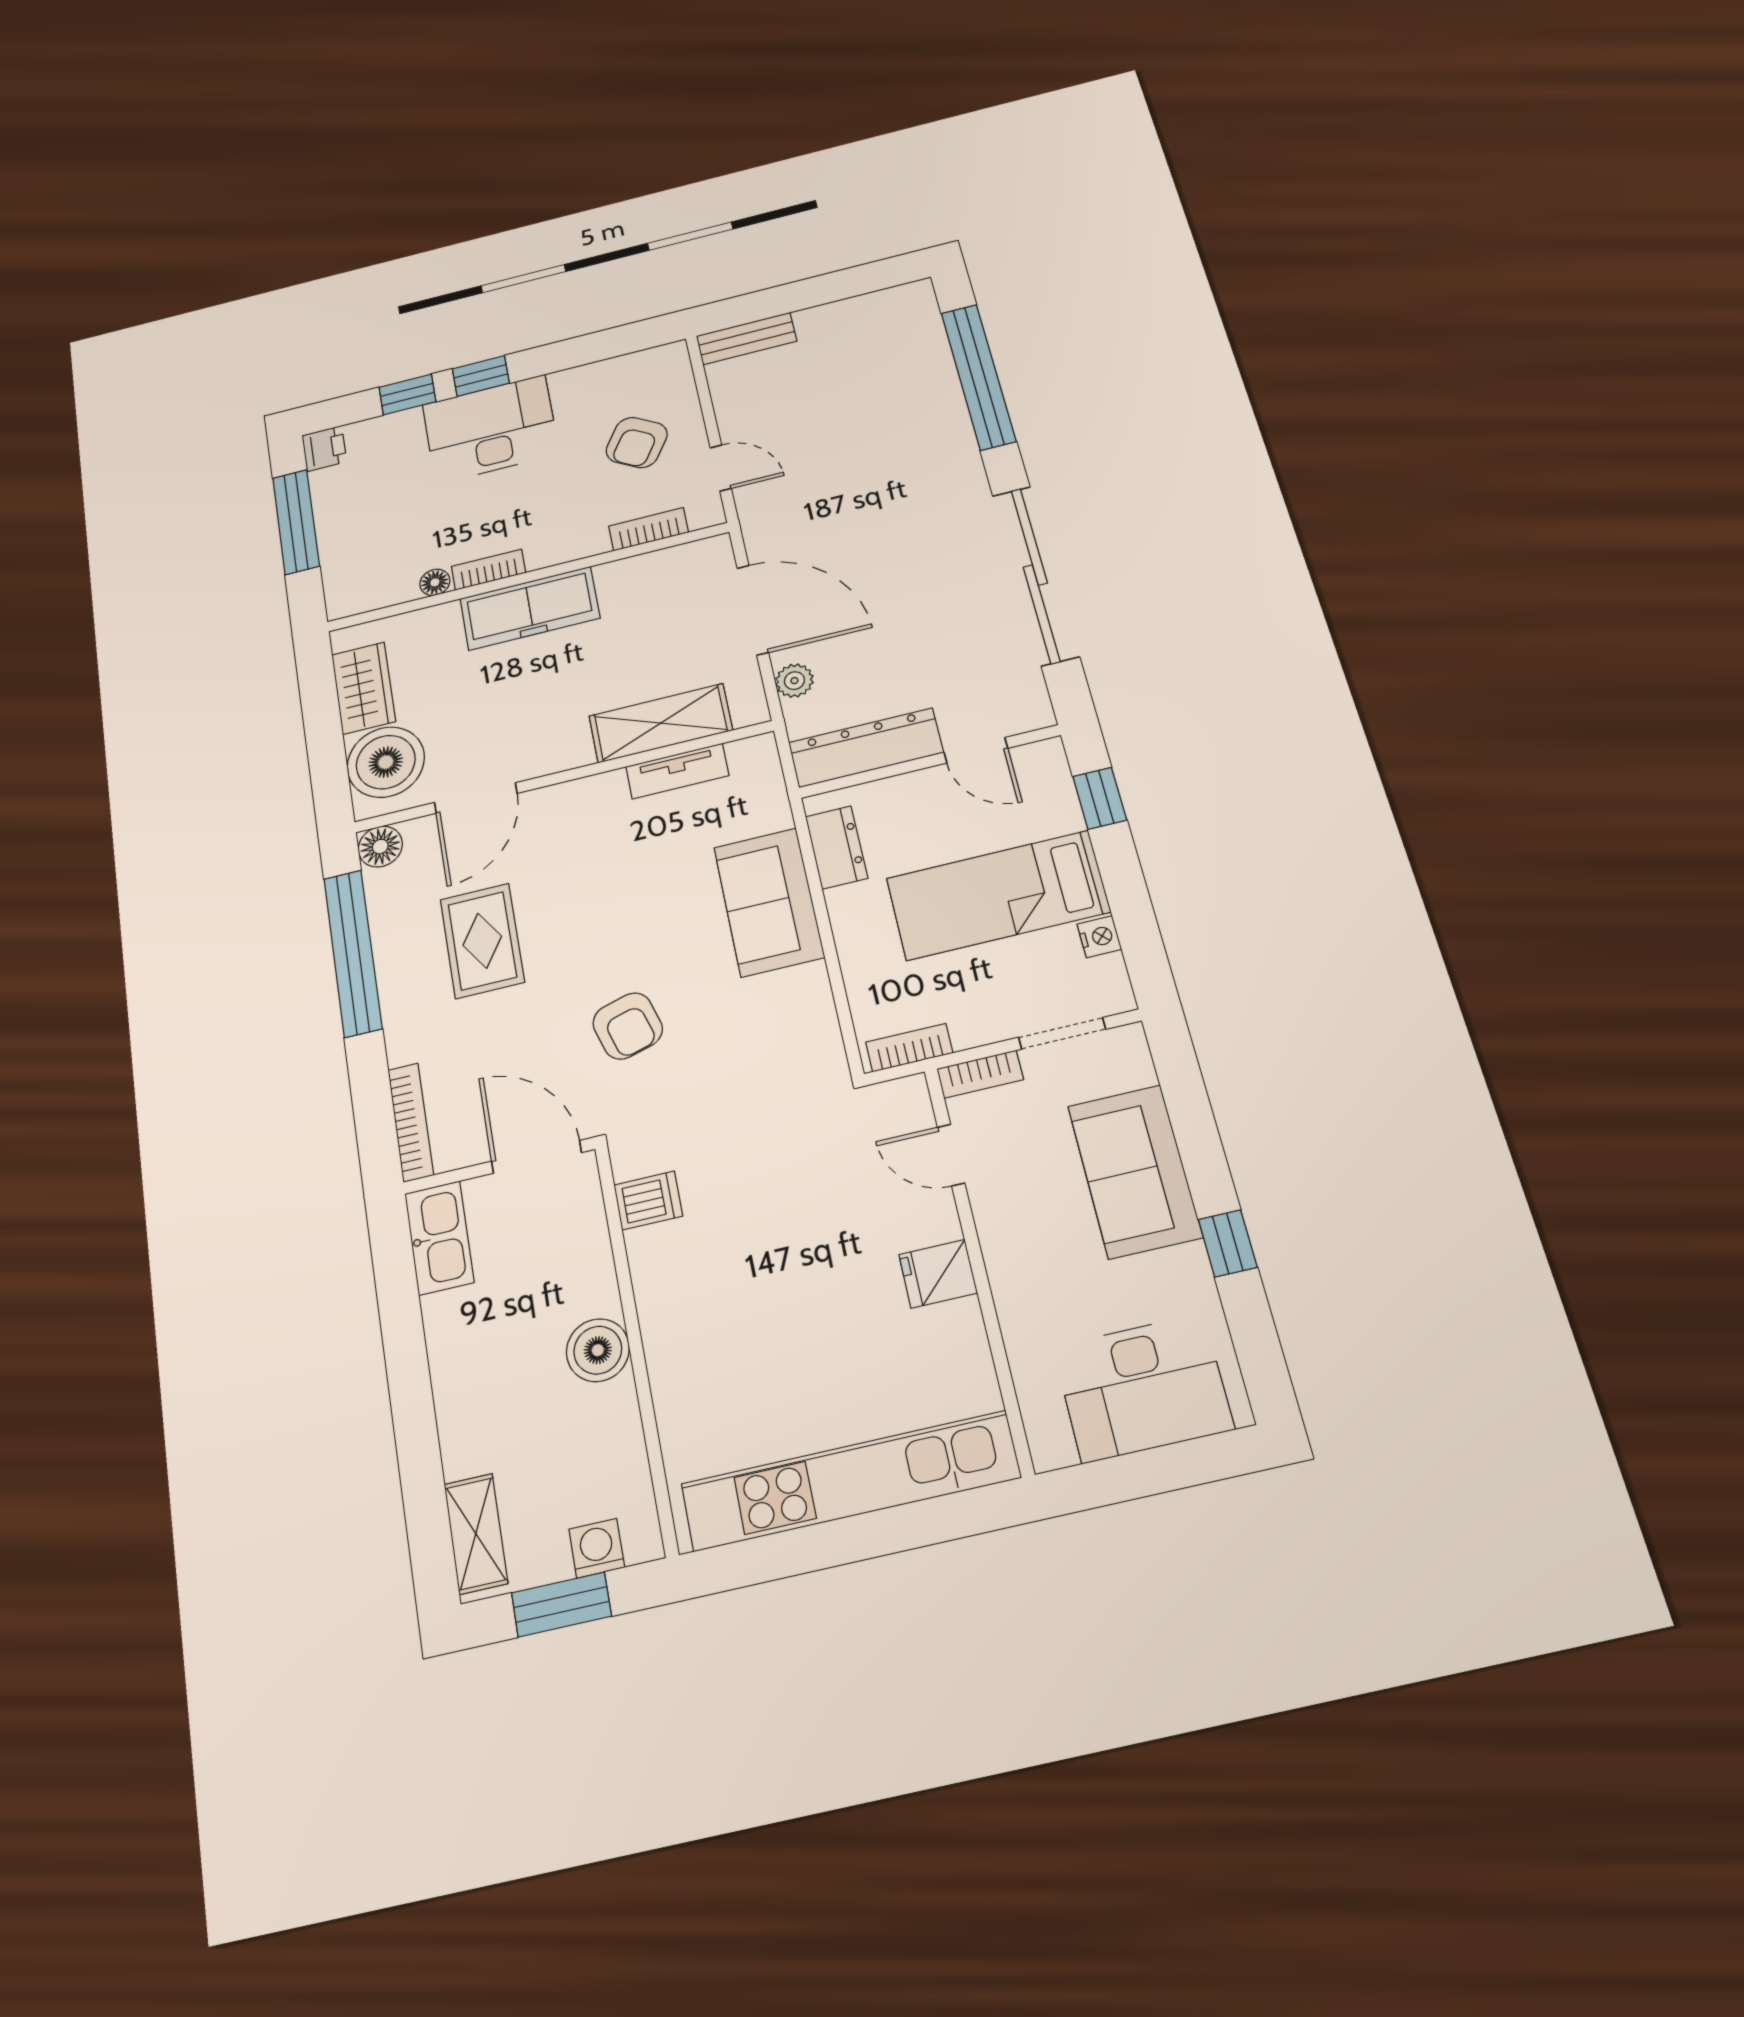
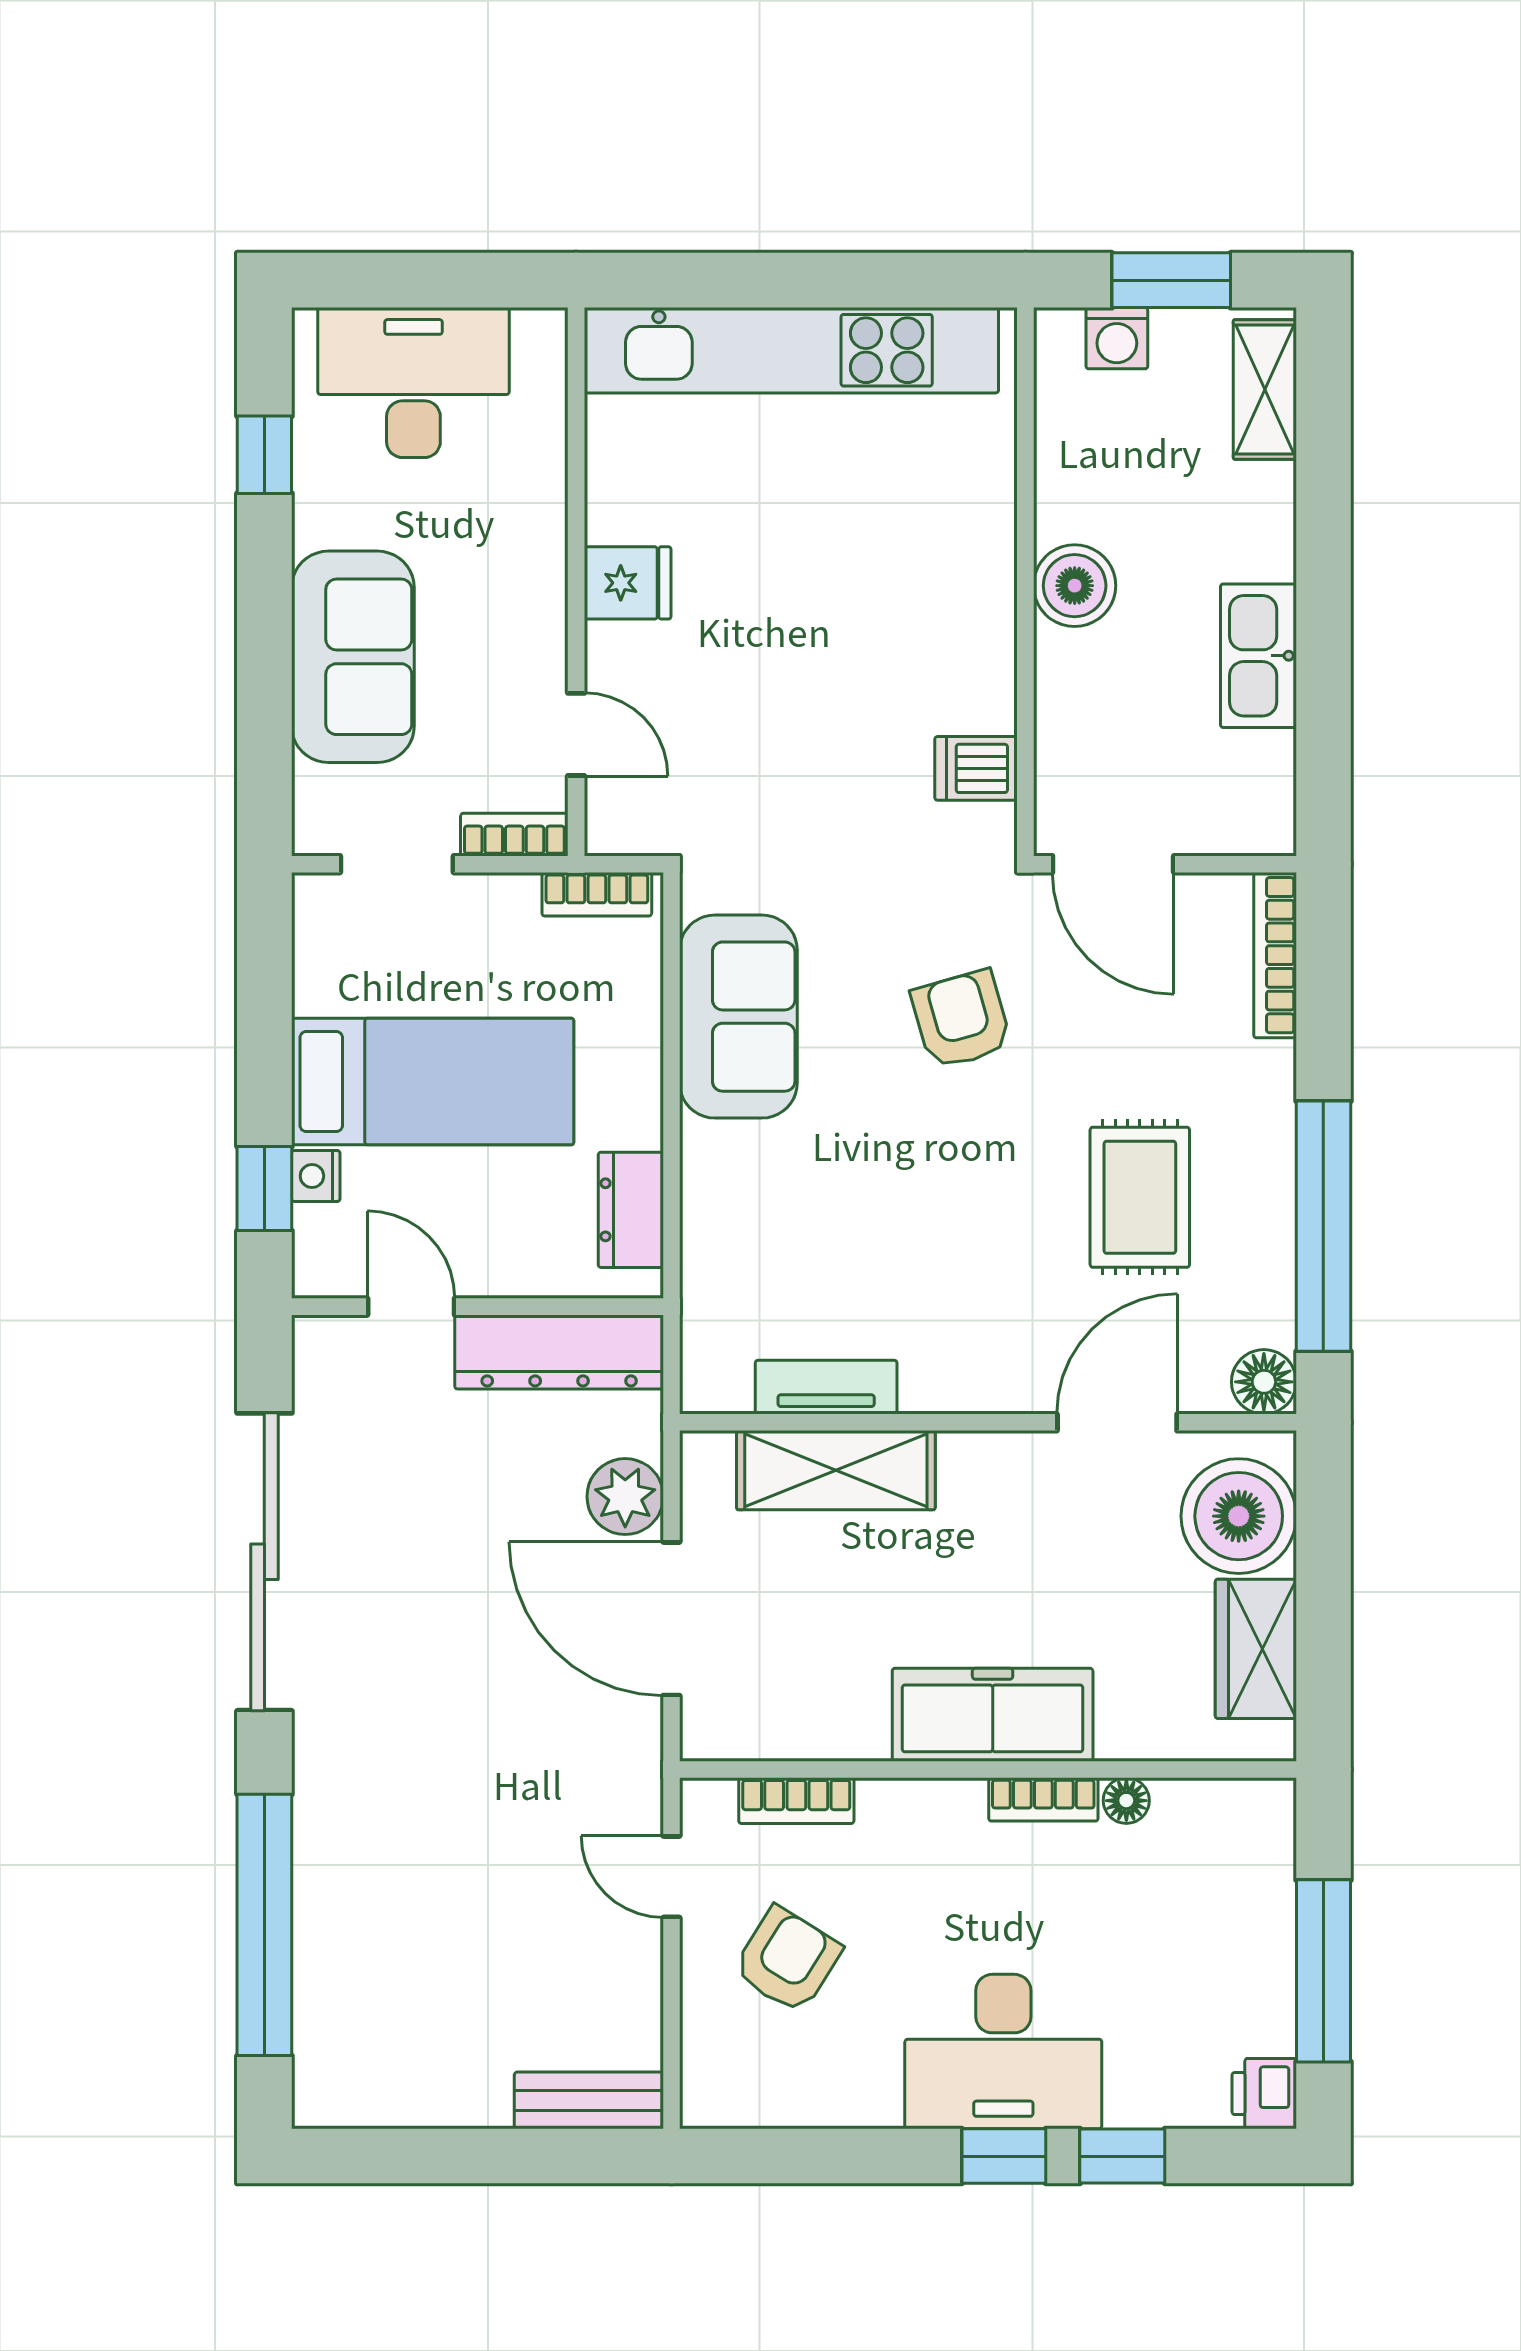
plant: (794, 681) -> (625, 1497), width x1.38, depth x1.38
sofa: (769, 902) -> (738, 1017), moved
nightstand: (1099, 937) -> (316, 1176), moved
kitchen sink: (439, 1238) -> (1258, 656), moved
window: (1228, 1243) -> (264, 455), moved

